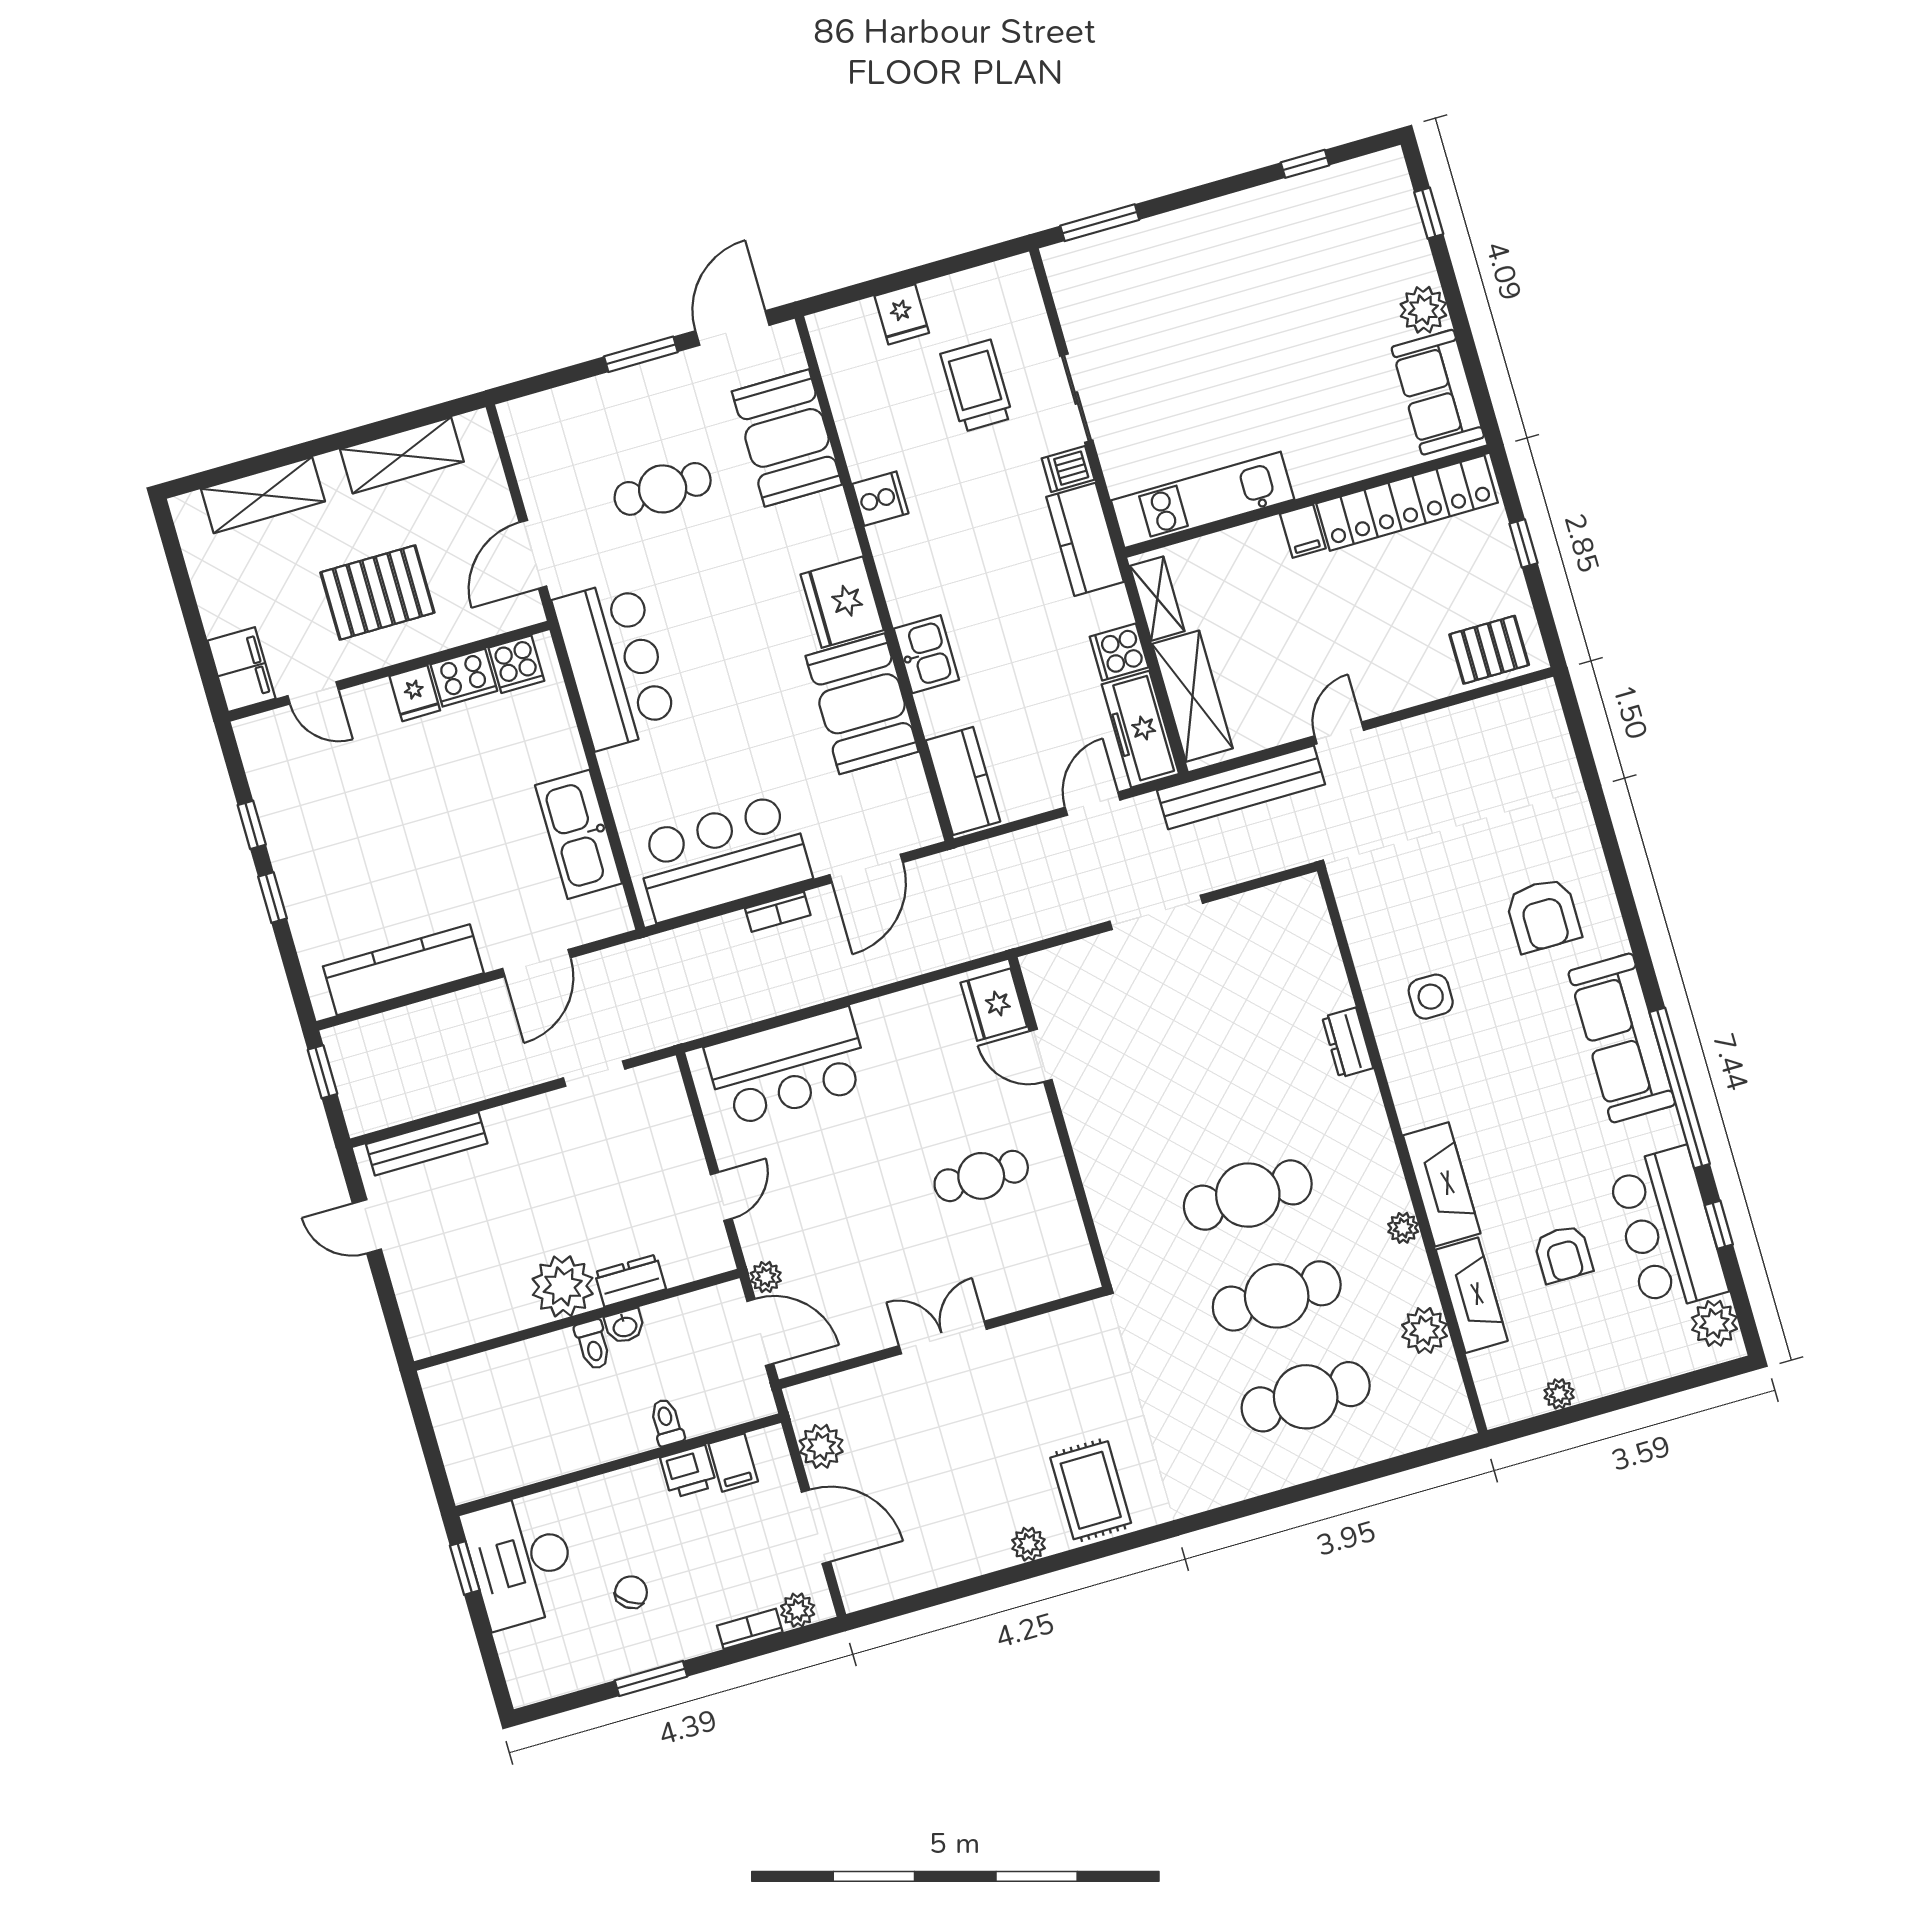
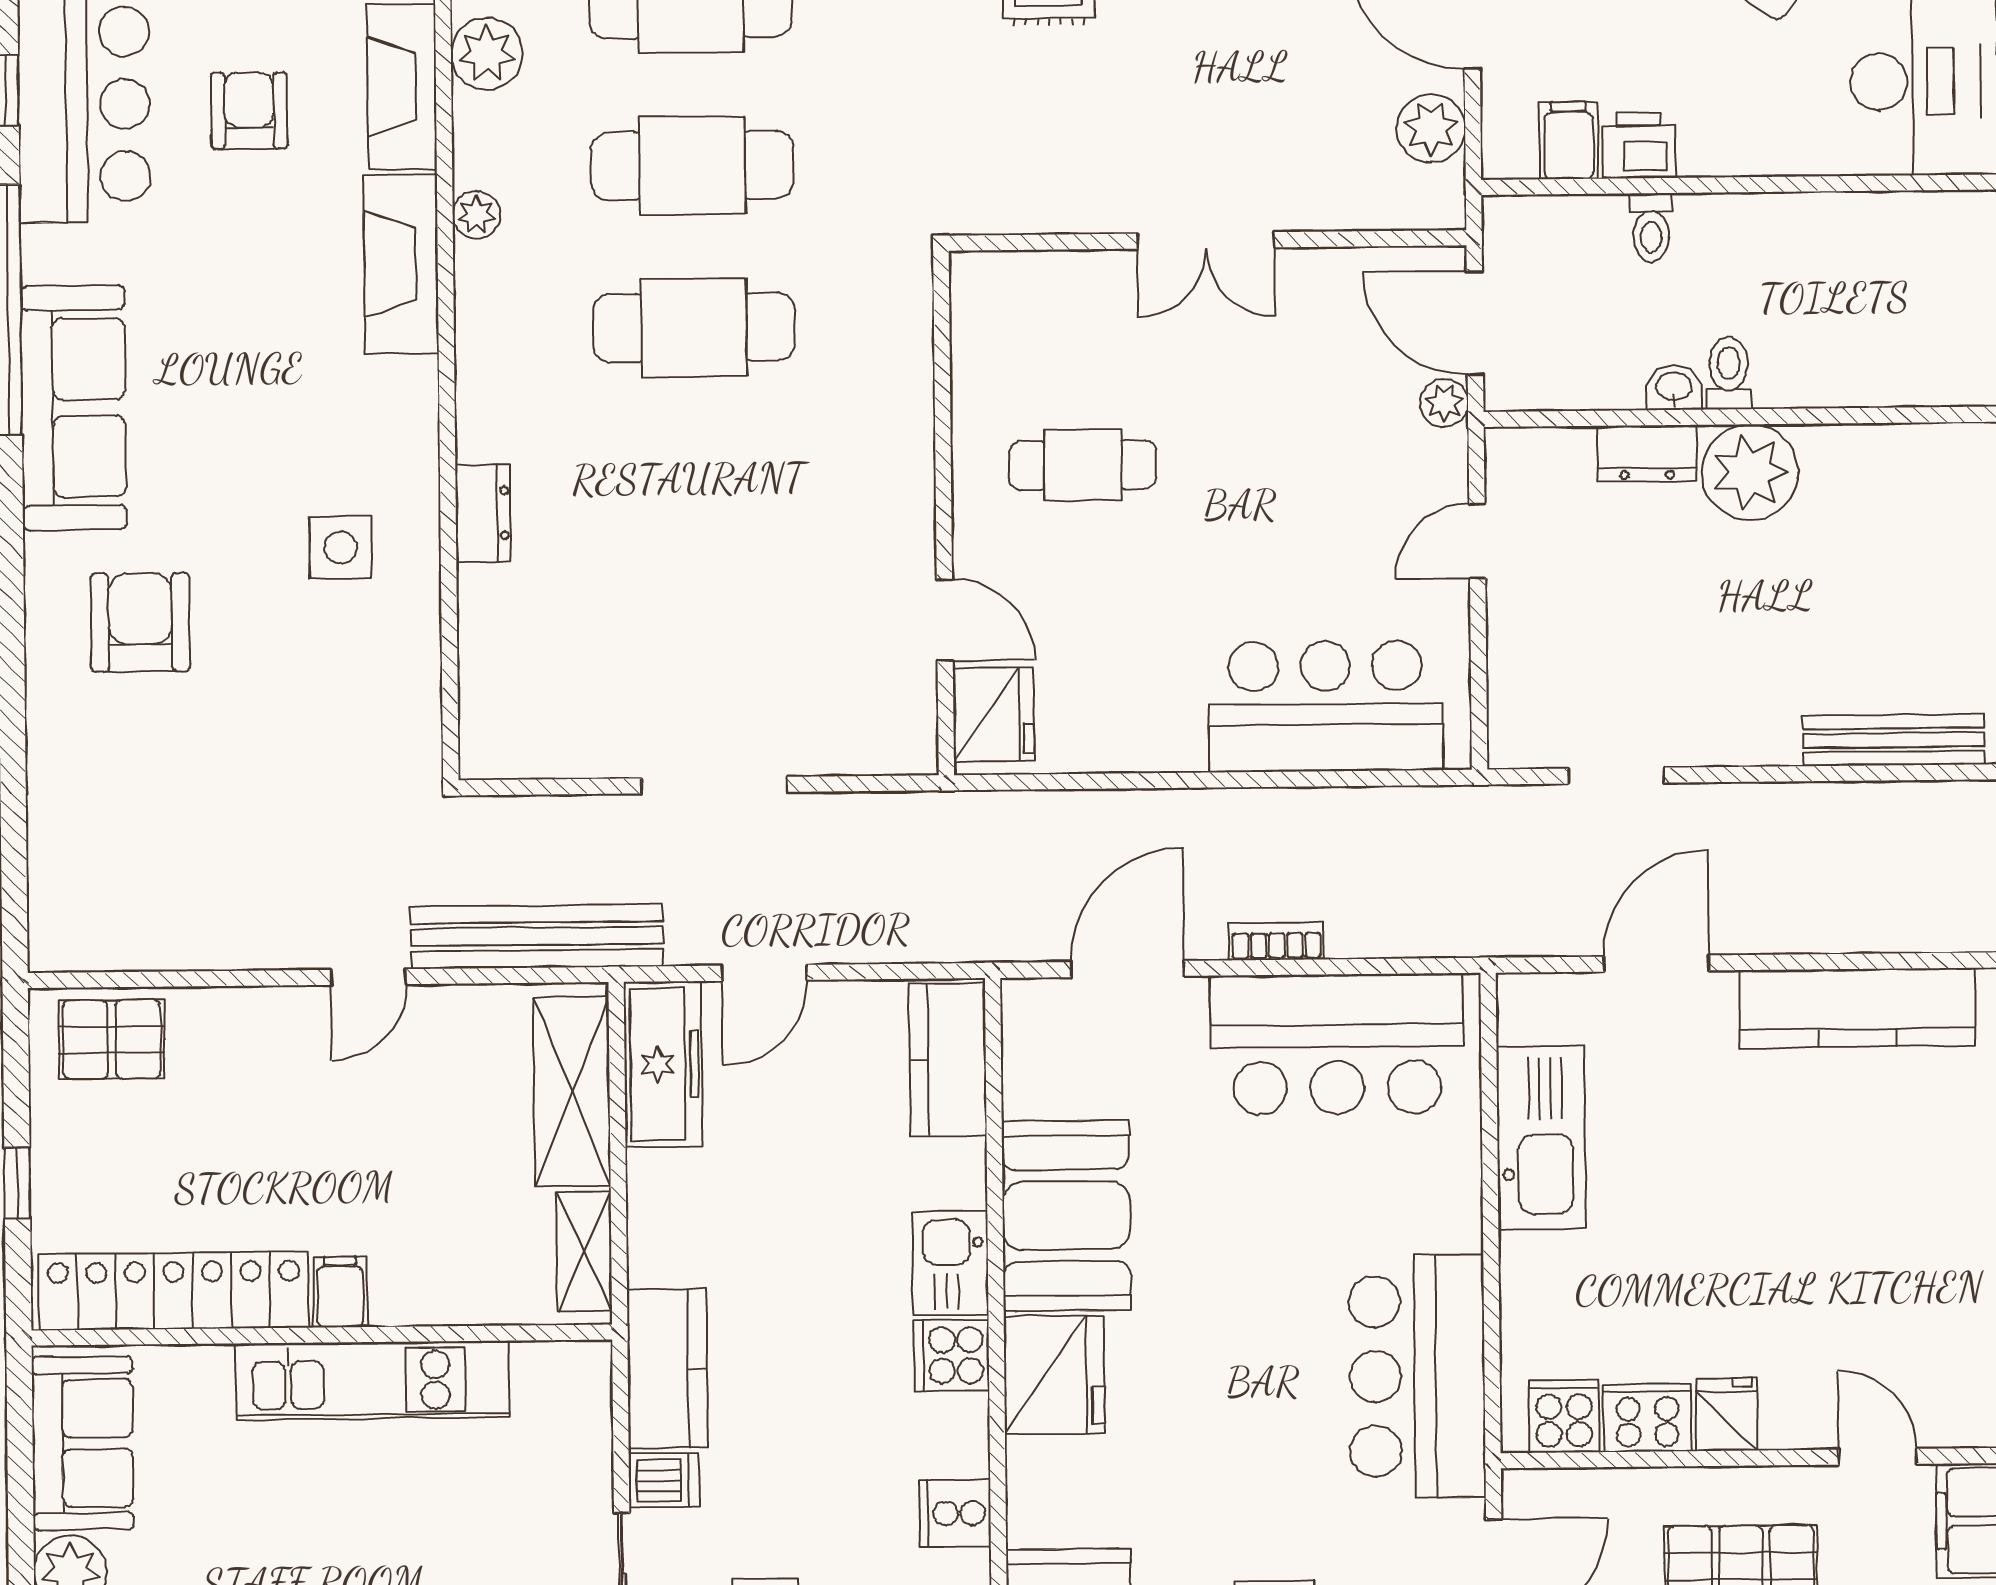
kitchen unit: (1203, 500) -> (373, 1380), moved
cooker: (1119, 652) -> (952, 1355), moved, turned 180

